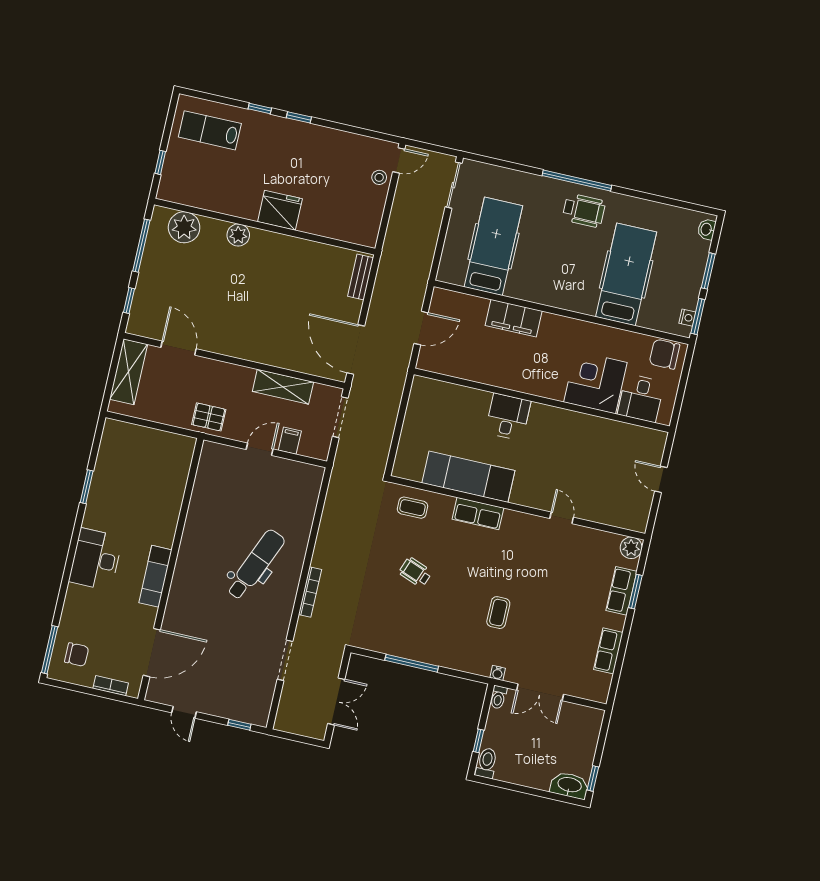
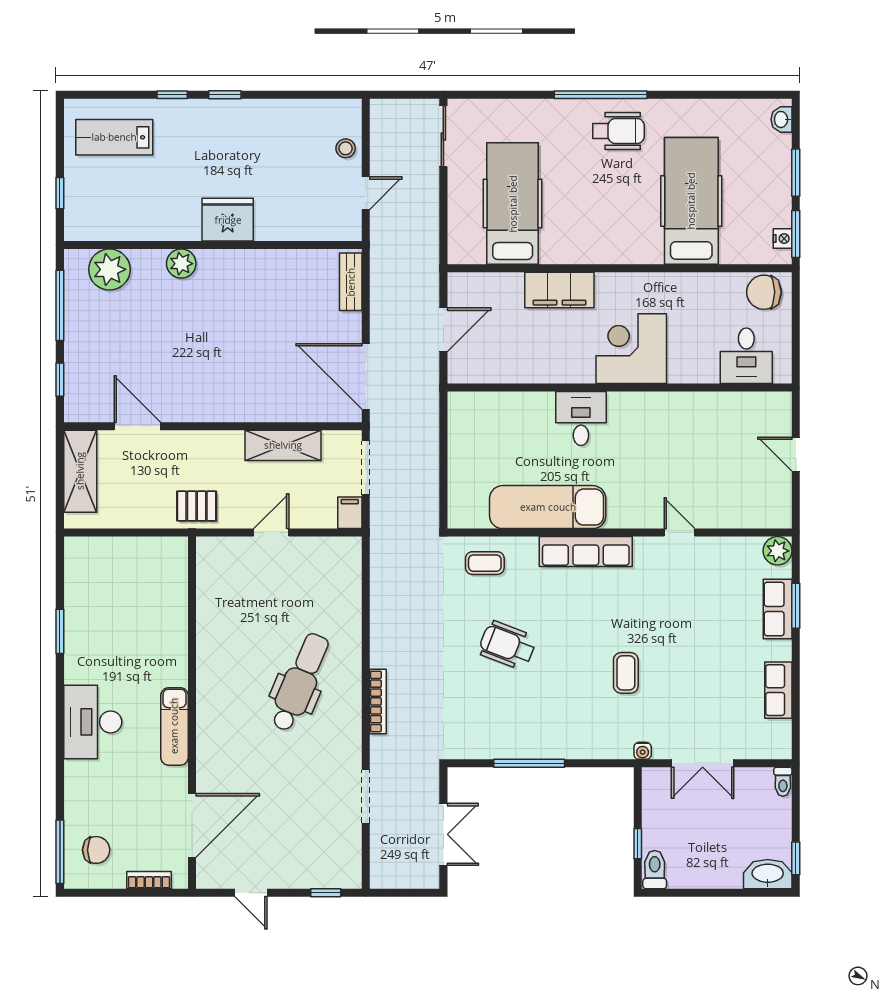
door: (399, 160) -> (366, 193), moved
corner desk: (595, 382) -> (631, 349), moved
filing cabinet: (290, 441) -> (350, 513), moved
row of seats: (478, 514) -> (586, 552), width x1.48
wheelchair: (415, 572) -> (507, 645), width x1.36, depth x1.37
toilet: (498, 697) -> (783, 782), moved

